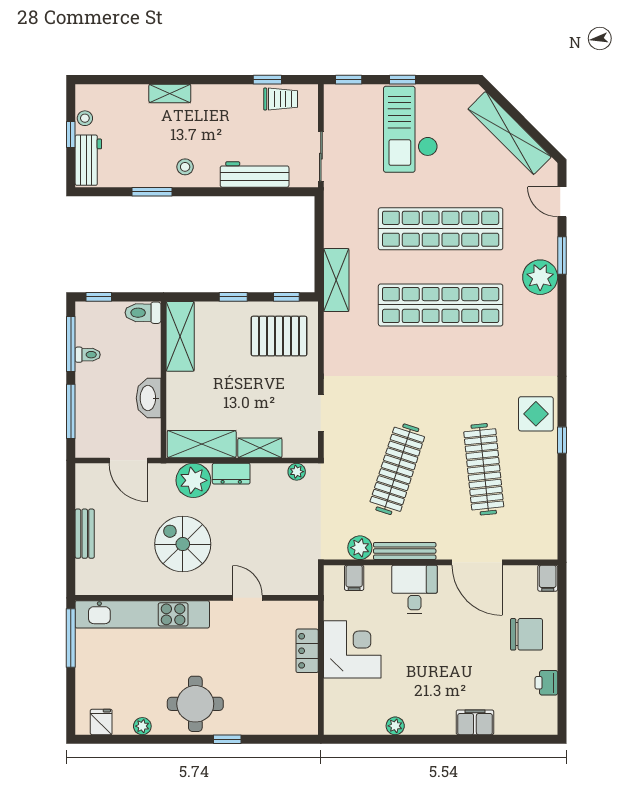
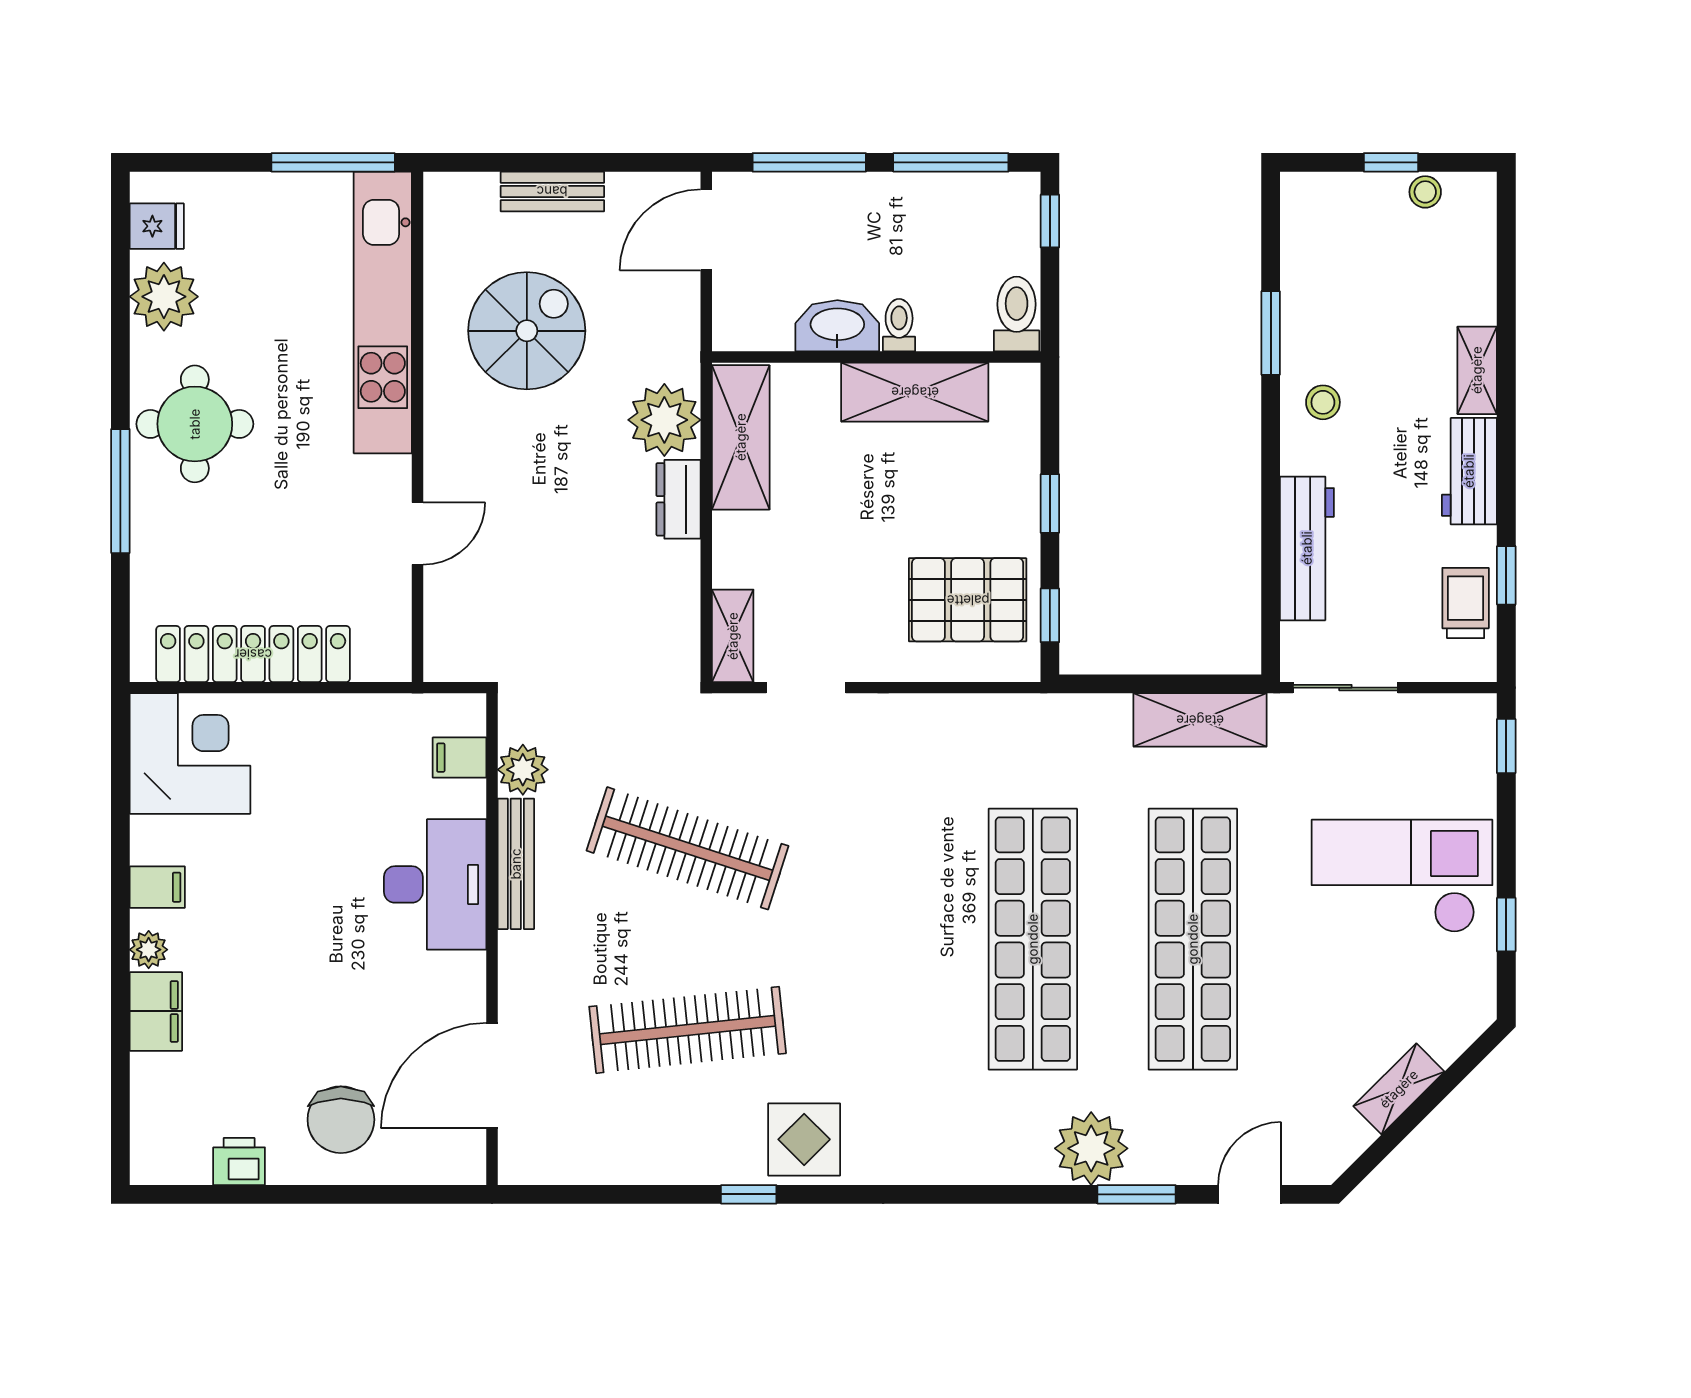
window: (402, 80) -> (1506, 925), moved
trolley: (281, 99) -> (1466, 603), turned 180
shelving: (510, 133) -> (1399, 1089), width x0.45, depth x0.75
workbench: (88, 160) -> (1469, 471), moved, turned 90
shelving: (336, 280) -> (1200, 720), moved
shelving: (180, 336) -> (915, 392), moved
pallet: (279, 336) -> (968, 600), turned 90
toilet: (88, 355) -> (899, 325), moved, turned 180
shelving: (260, 448) -> (733, 636), moved
door: (128, 460) -> (706, 230), moved
plant: (297, 472) -> (683, 637), removed
spiral stairs: (183, 544) -> (527, 331), moved
door: (477, 562) -> (492, 1076), moved
filing cabinet: (548, 578) -> (157, 887), moved, turned 180
desk: (415, 589) -> (435, 884), width x1.37
corner desk: (352, 649) -> (190, 754), moved, turned -90
locker: (307, 651) -> (253, 654), width x2.16, depth x1.21
plant: (142, 726) -> (164, 297), width x1.88, depth x1.88
plant: (395, 726) -> (149, 950), moved
window: (227, 739) -> (120, 491), width x2.17

